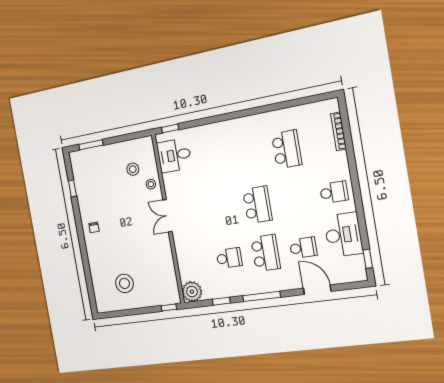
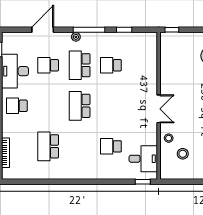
school desk: (213, 163) -> (111, 146), added
door: (317, 290) -> (43, 30), swing flipped
plant: (192, 292) -> (76, 37), moved, width x0.53, depth x0.53

